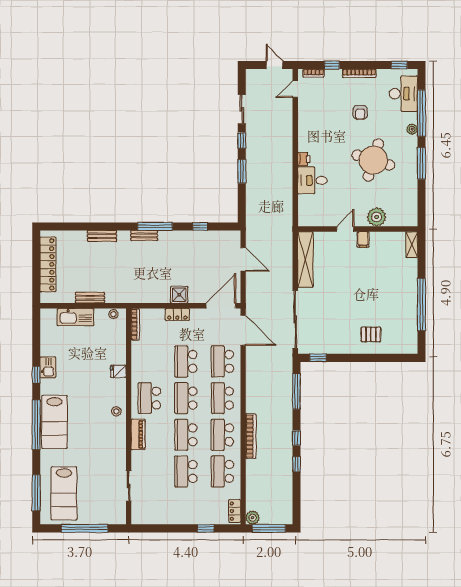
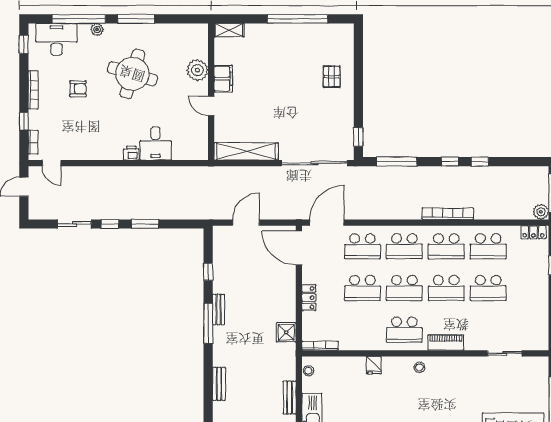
bench: (144, 235) -> (219, 310), moved
filing cabinet: (363, 240) -> (223, 79), width x2.00
shower: (179, 295) -> (286, 332), moved

